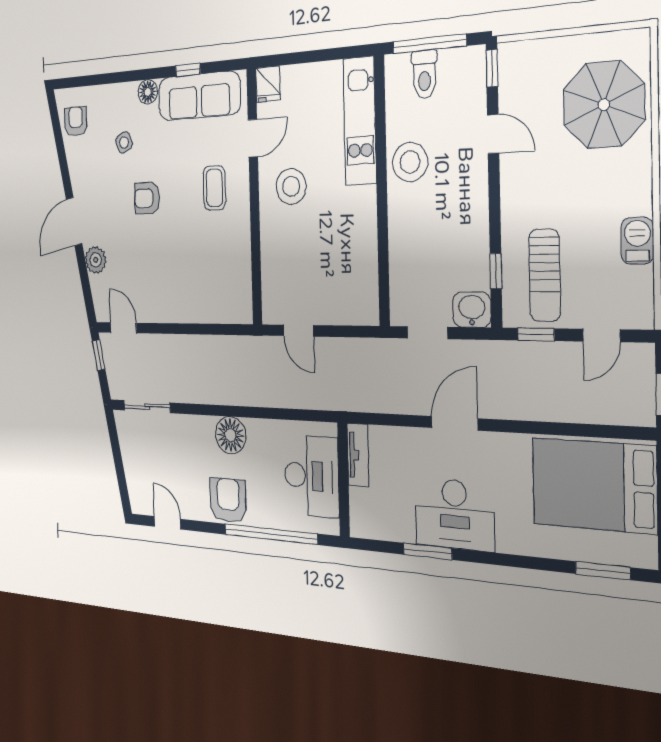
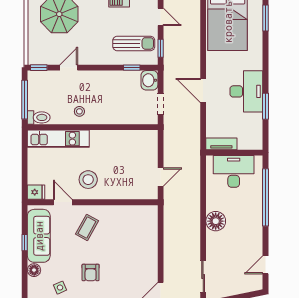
toilet: (424, 74) -> (39, 117), moved
stool: (410, 162) -> (79, 111), width x0.53, depth x0.53
coffee table: (214, 188) -> (87, 227), turned -61
armchair: (228, 500) -> (250, 224), removed

